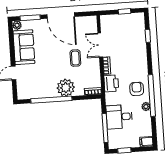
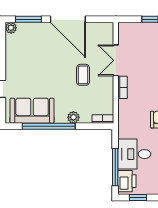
sofa: (24, 47) -> (32, 111), moved, turned -90
printer: (111, 83) -> (127, 181), moved
plant: (66, 88) -> (73, 117), width x0.53, depth x0.53

